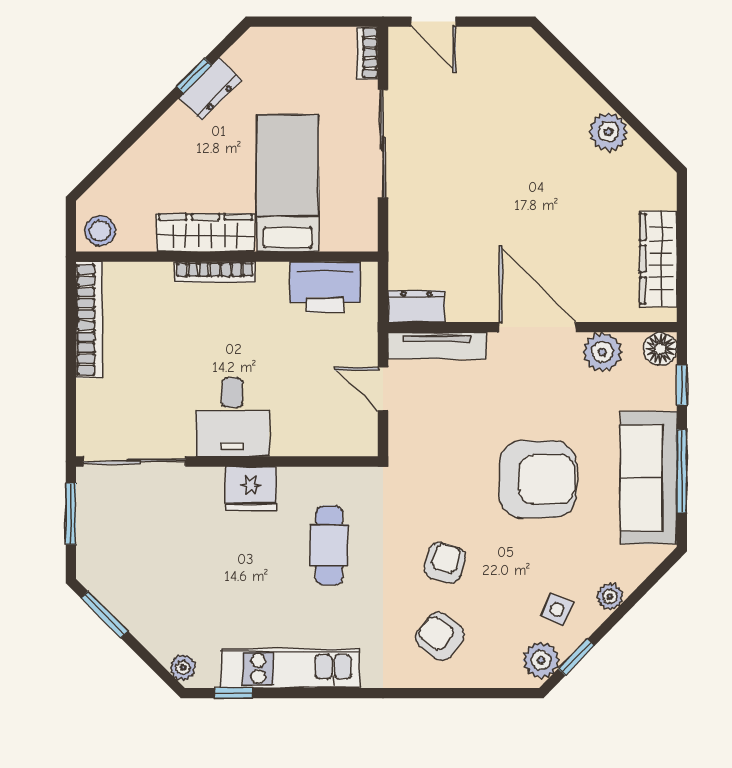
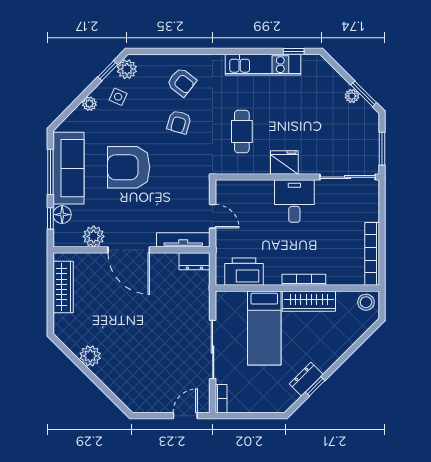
door: (433, 22) -> (185, 416), hinge flipped
floor lamp: (660, 349) -> (62, 215), moved
plant: (183, 668) -> (352, 96), moved

